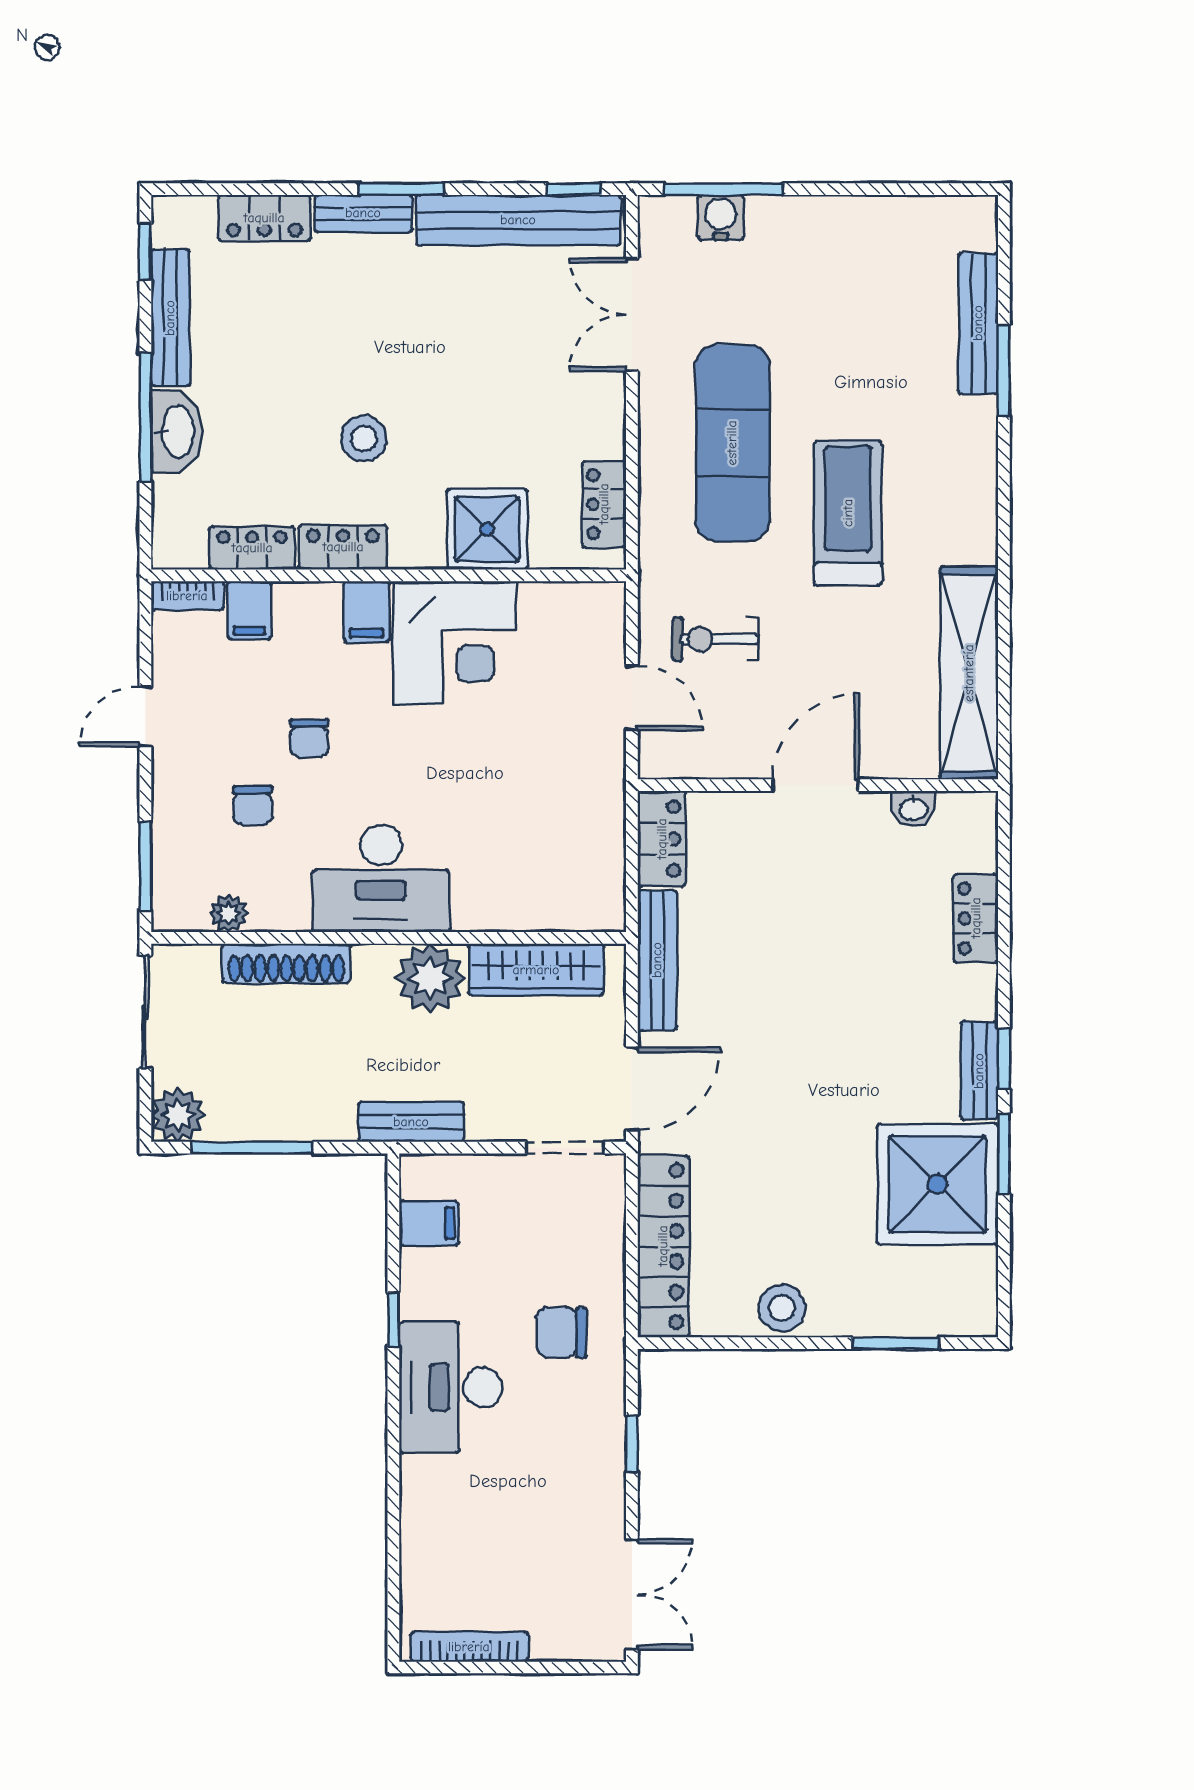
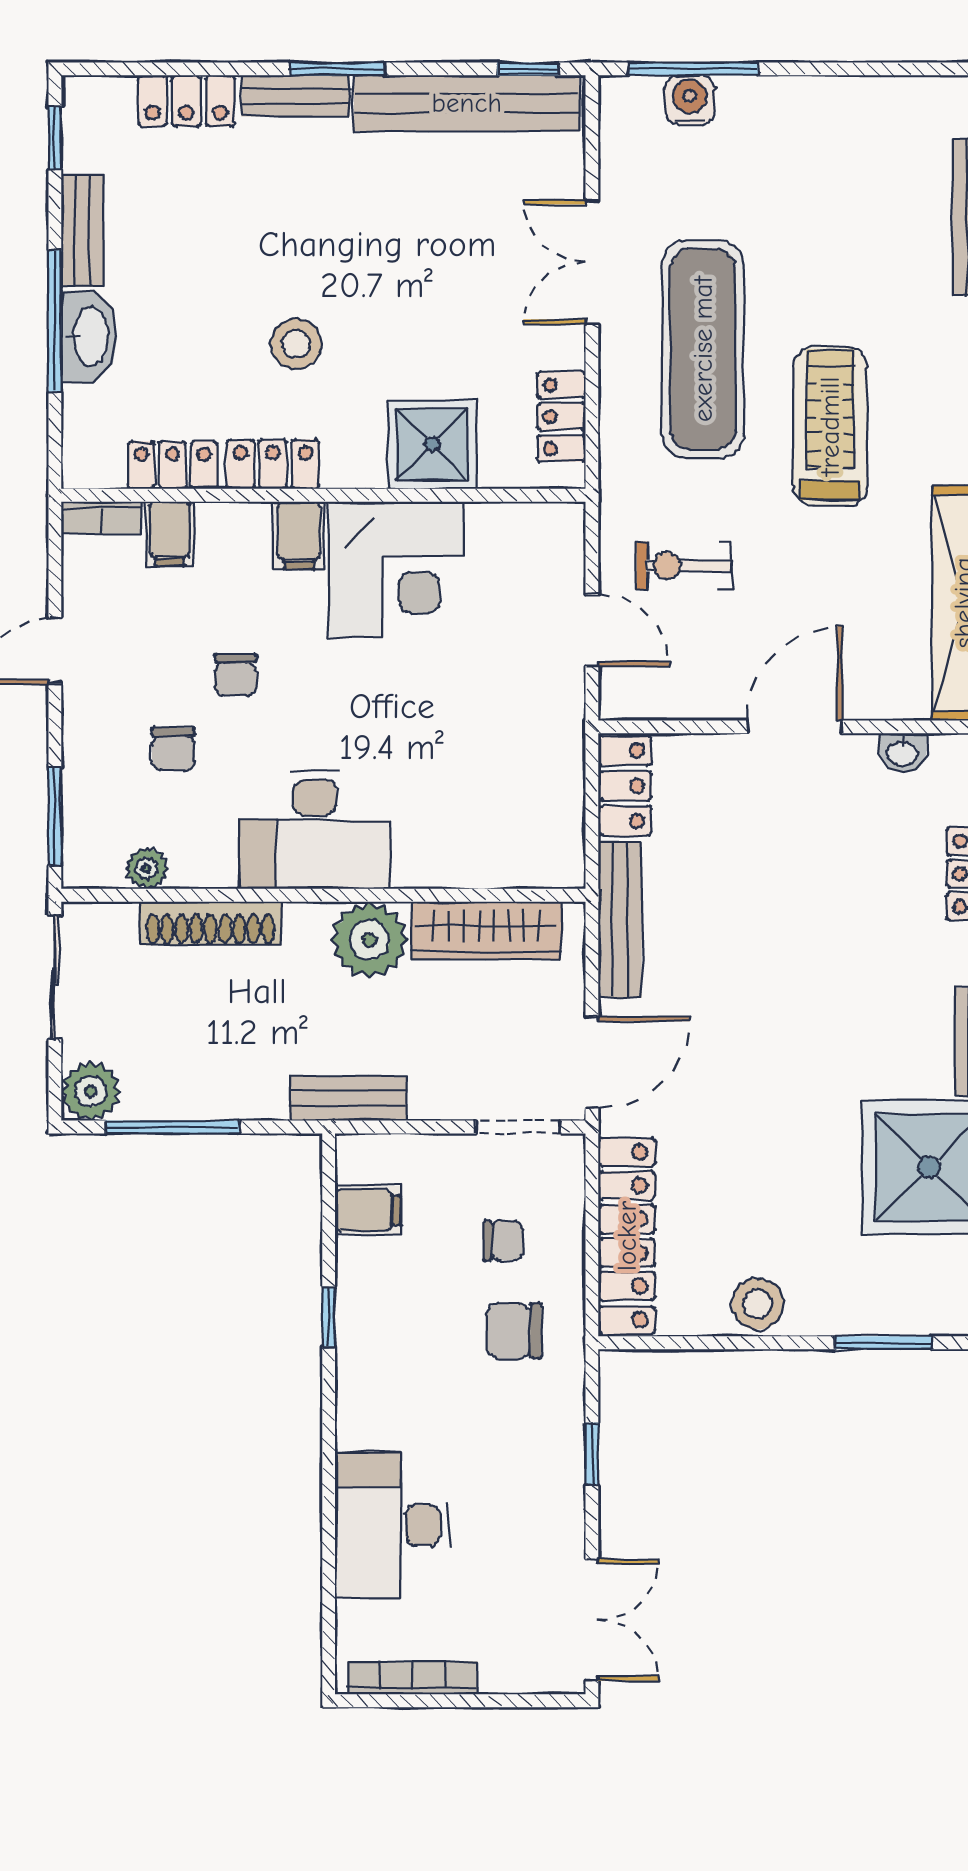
double door: (632, 315) -> (592, 262), moved
bench: (170, 318) -> (82, 231), width x0.73
chair: (552, 1251) -> (503, 1241), added
desk: (451, 1387) -> (392, 1525), moved

